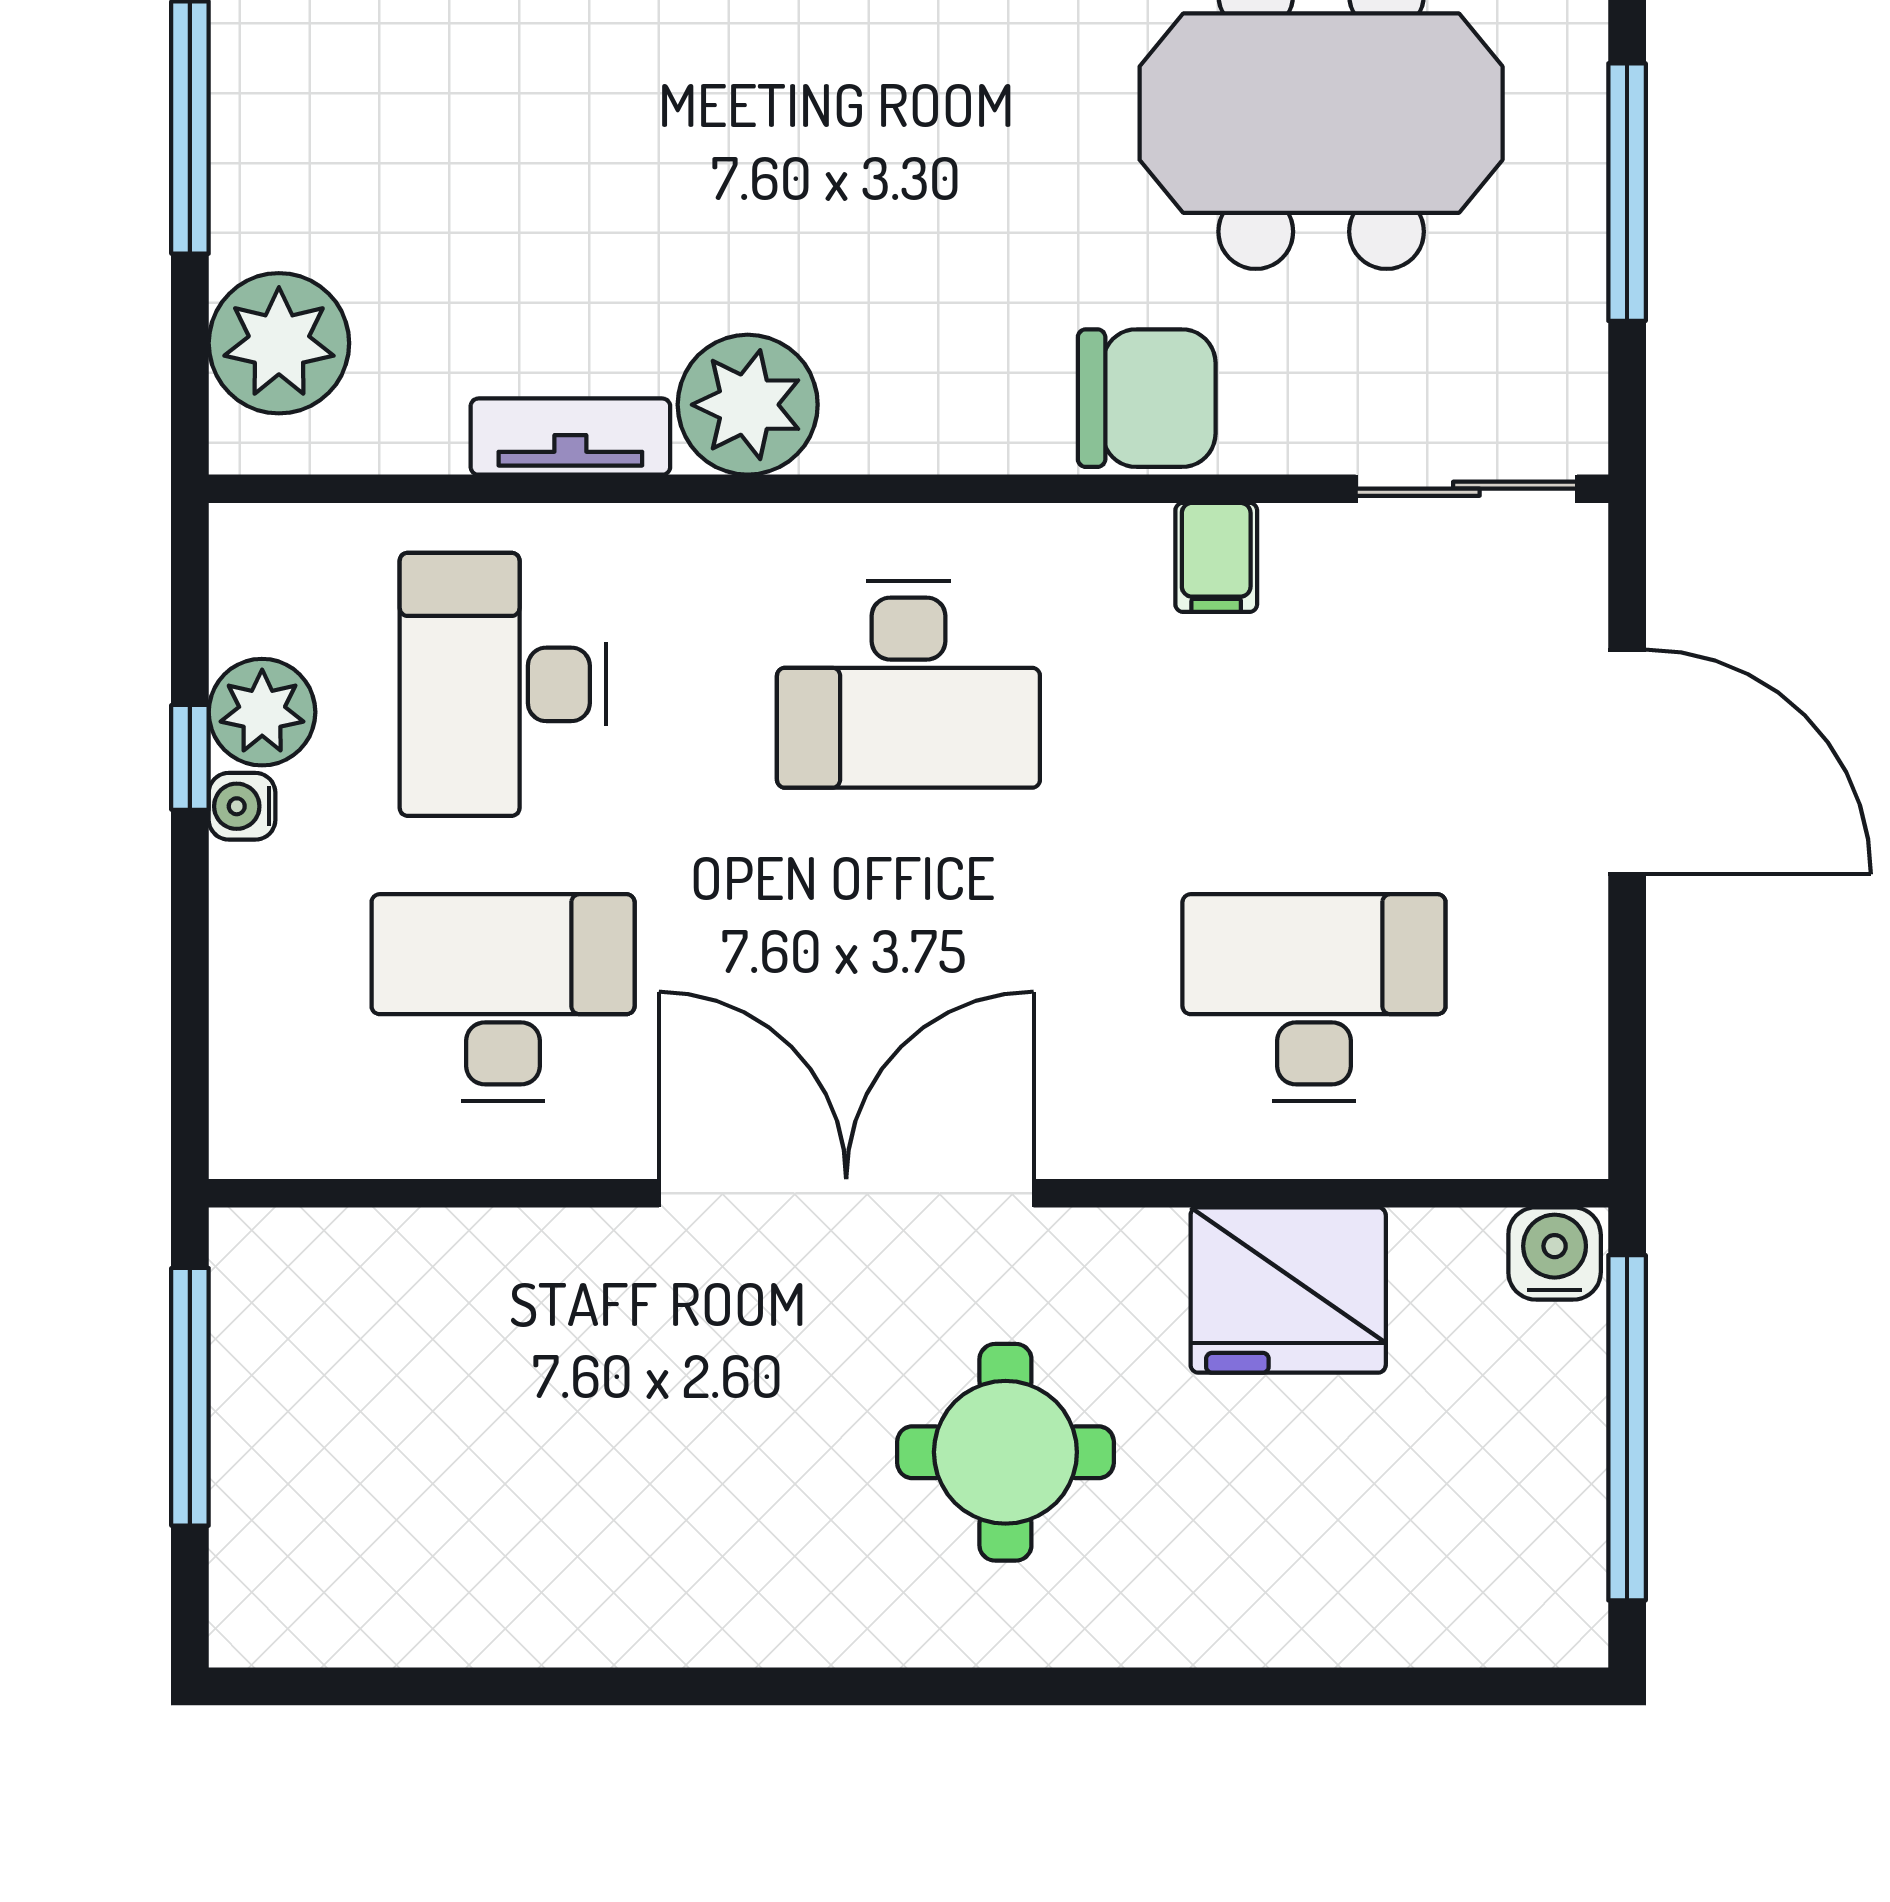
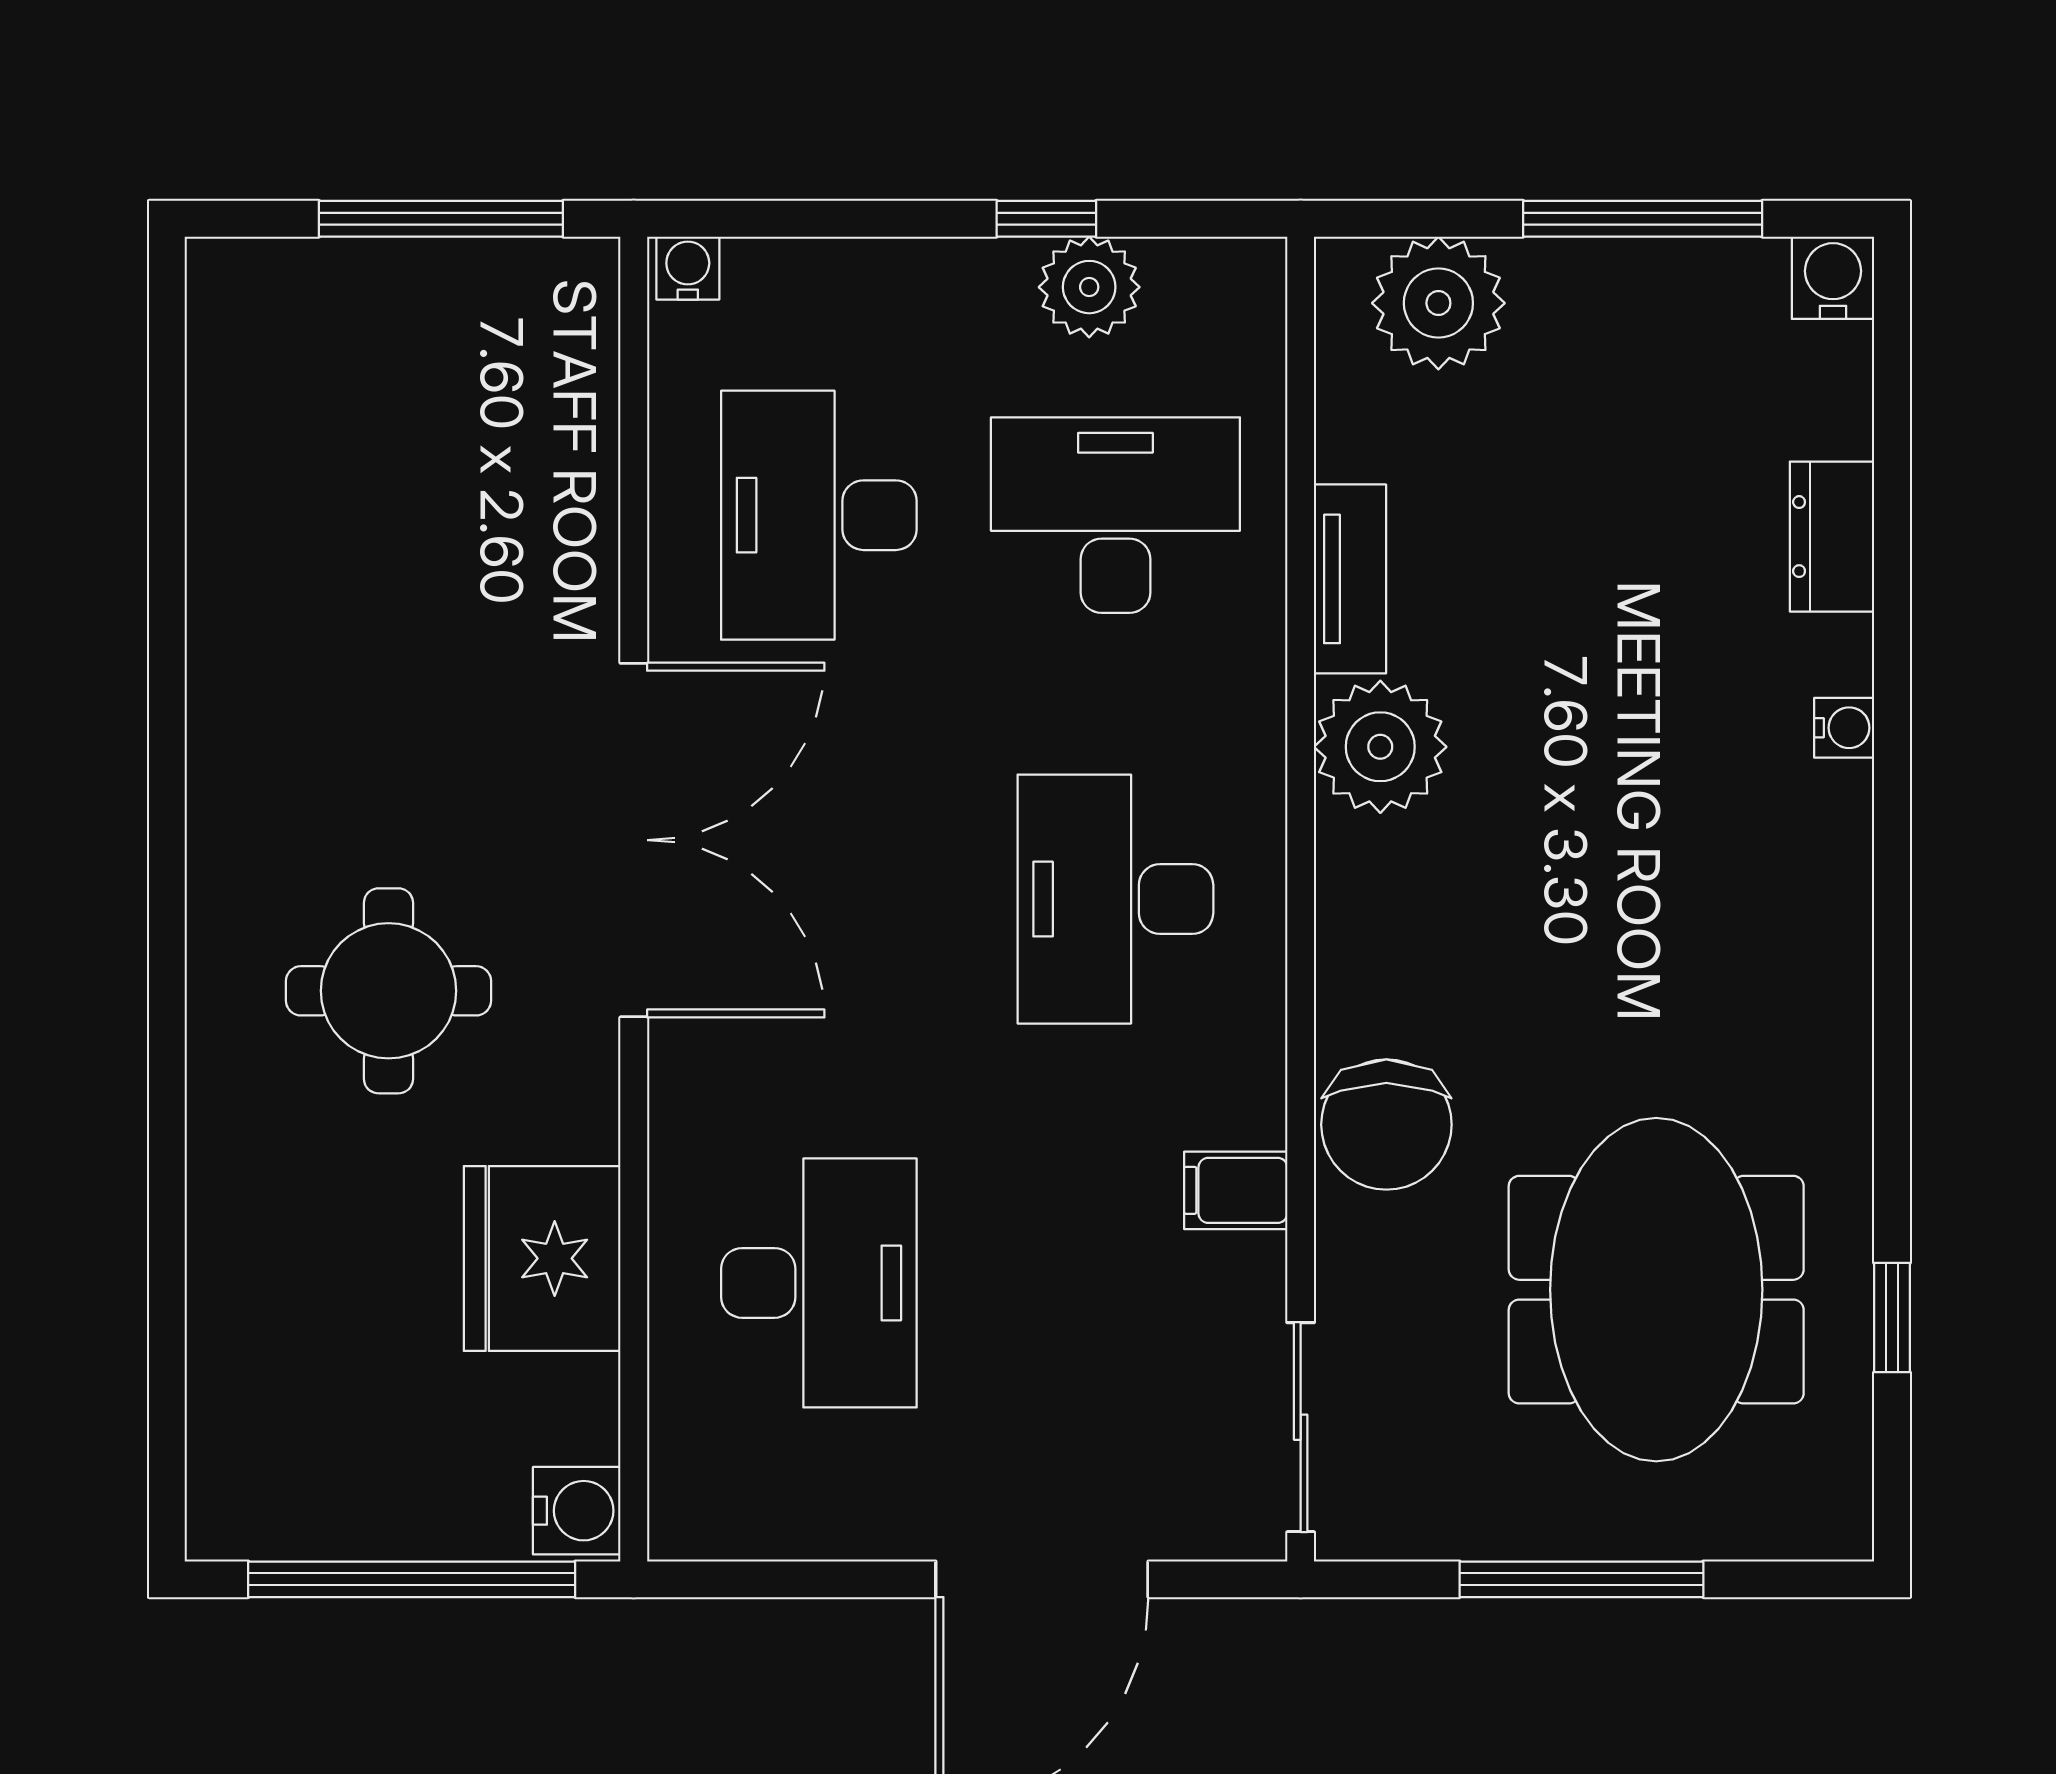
water cooler: (242, 806) -> (688, 268), moved
desk: (503, 998) -> (819, 515), turned 180

